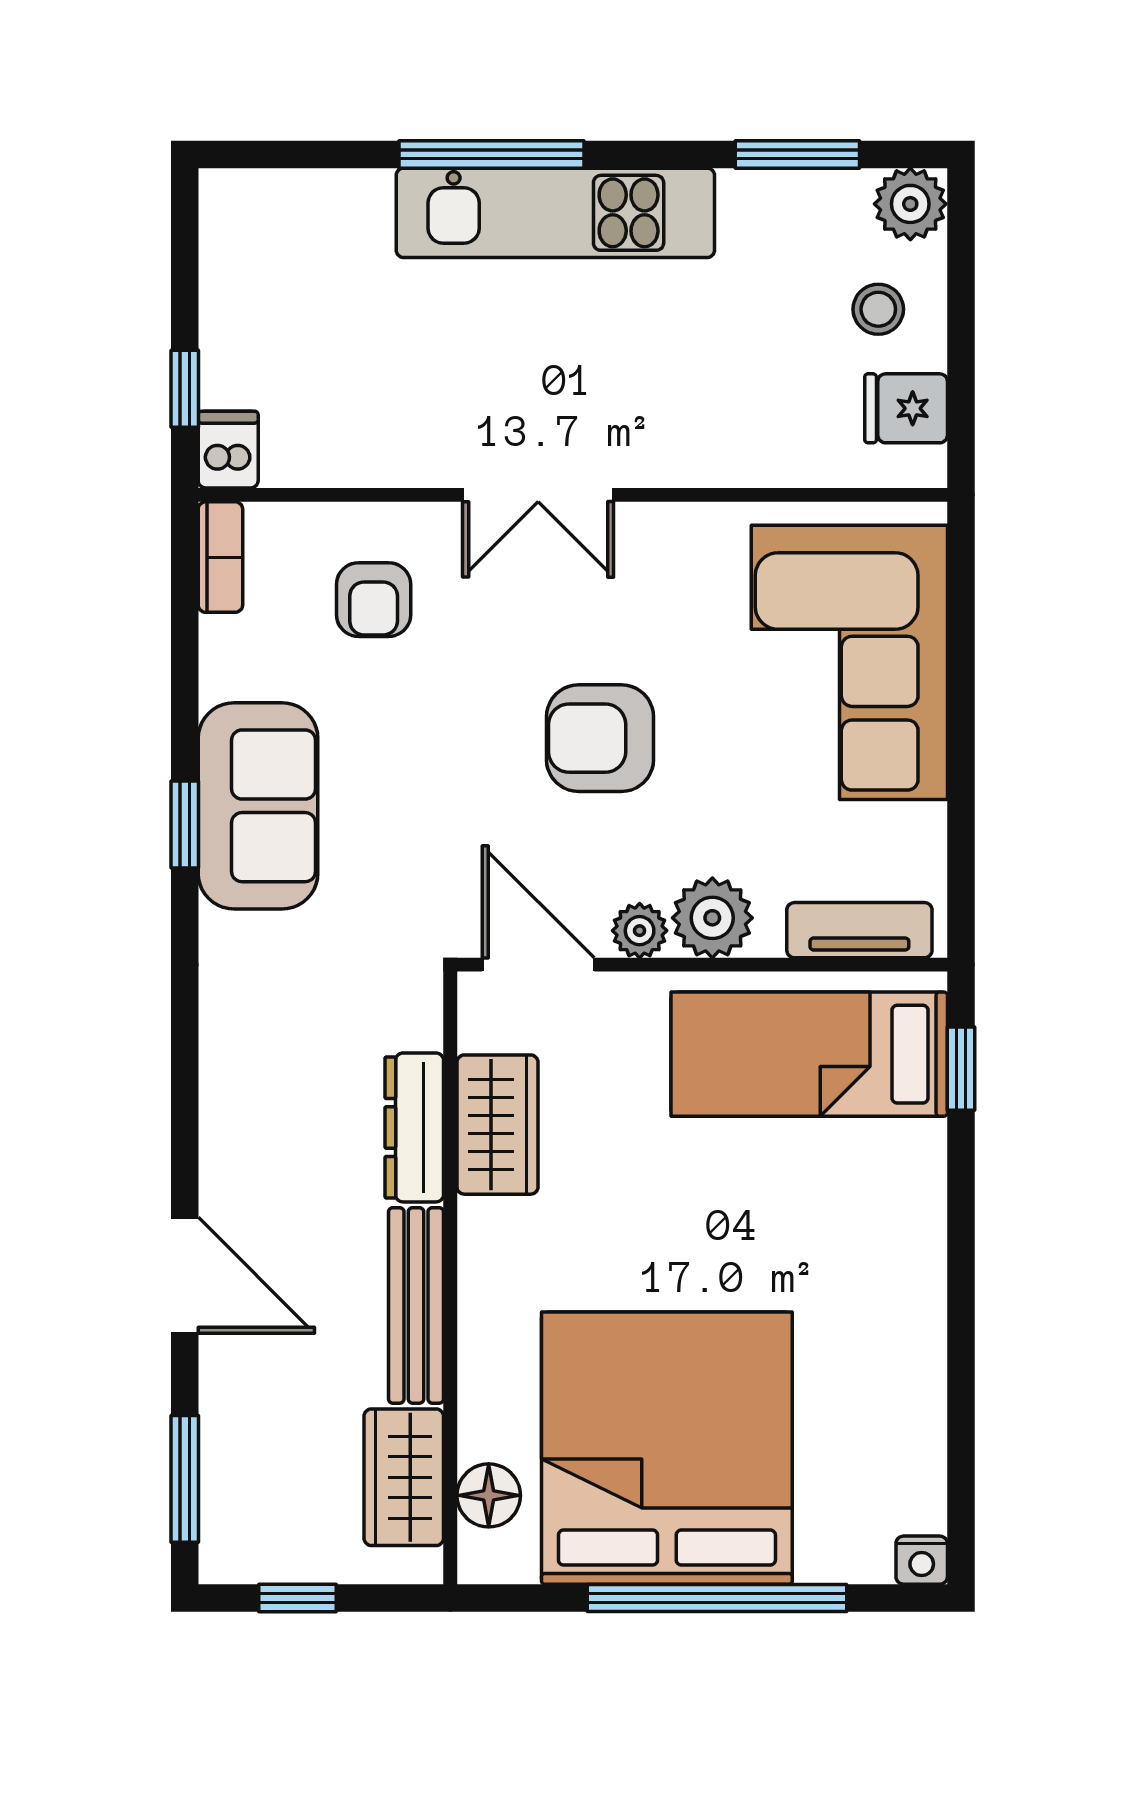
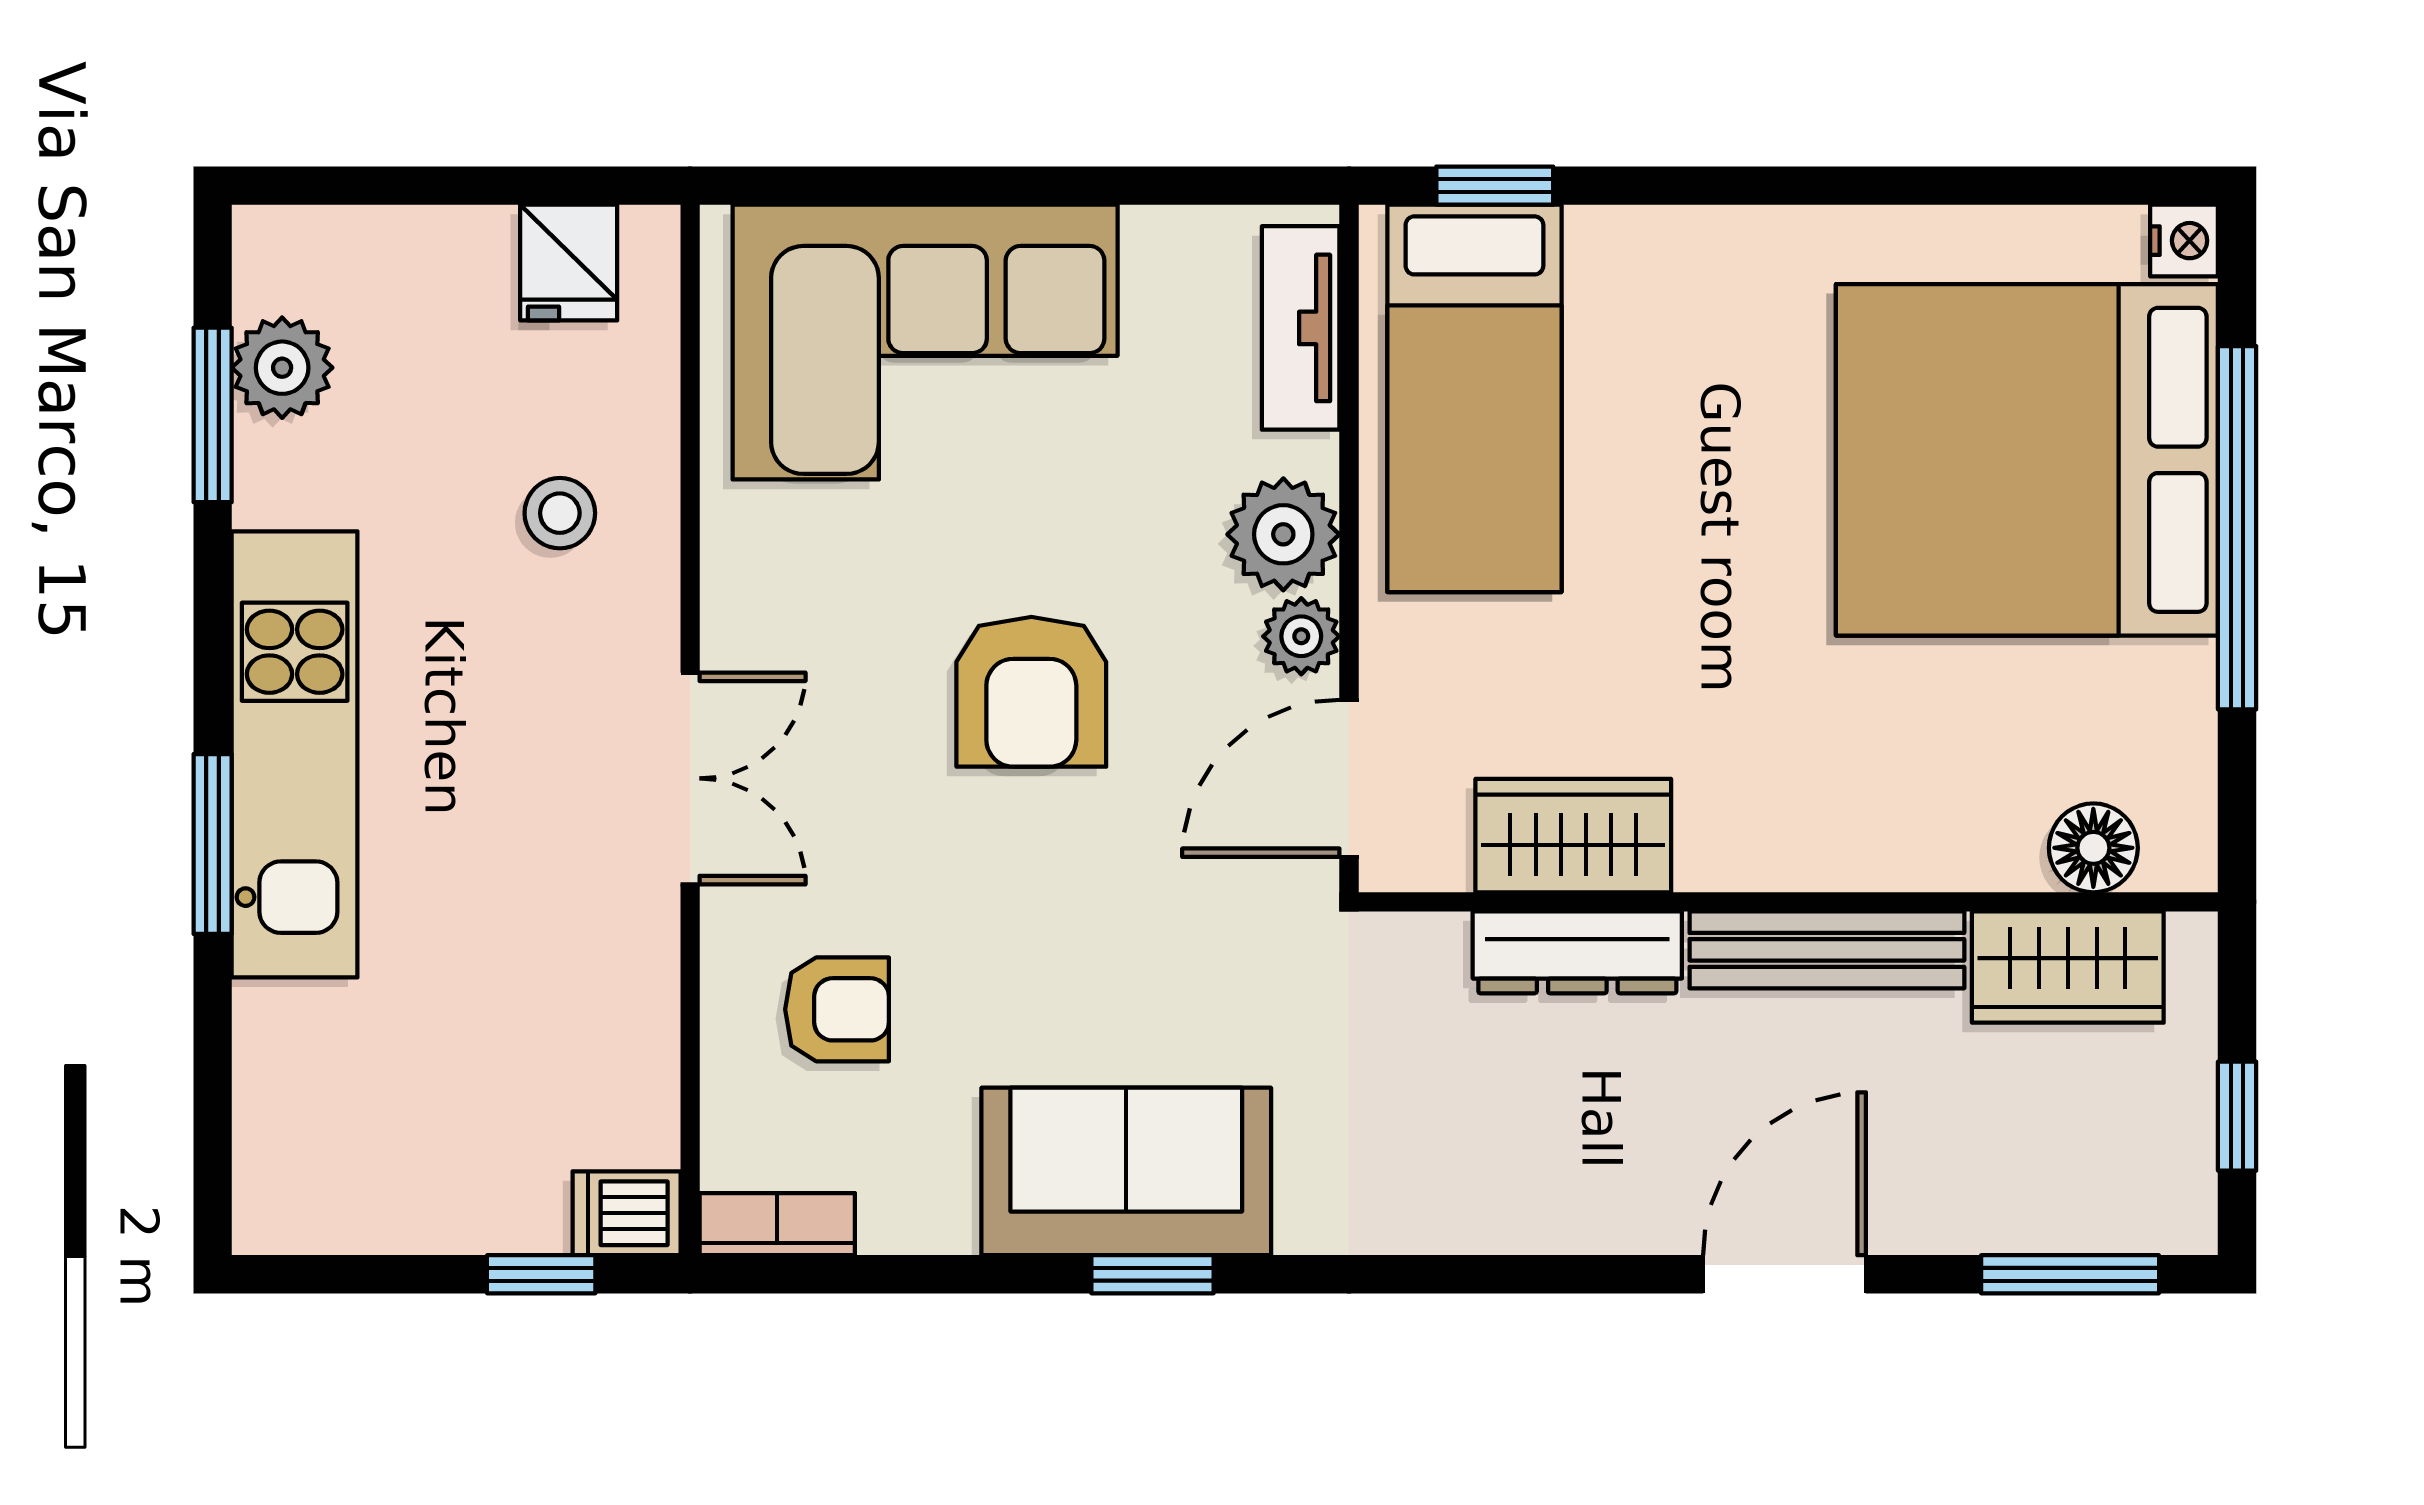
window: (491, 154) -> (213, 844), width x0.69
plant: (910, 204) -> (282, 368), moved
stool: (878, 309) -> (560, 513), moved
bed: (667, 1448) -> (2027, 460), moved

